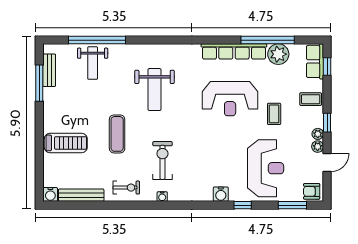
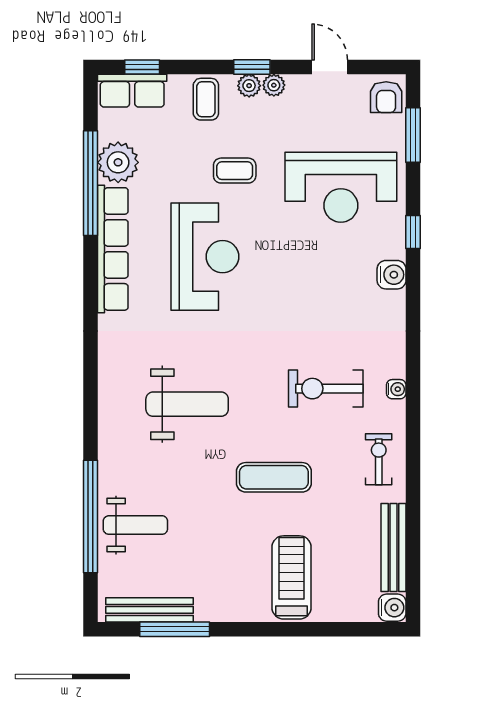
bench: (49, 70) -> (149, 610), width x1.36
plant: (318, 147) -> (249, 86), moved
reception desk: (266, 168) -> (341, 187), turned 180

